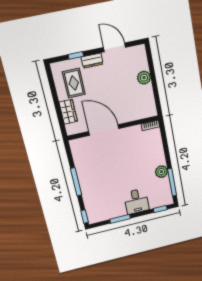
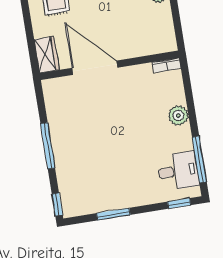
wardrobe: (68, 112) -> (47, 55), moved
plant: (161, 172) -> (178, 115), moved
desk: (136, 201) -> (178, 171), moved, turned -90

